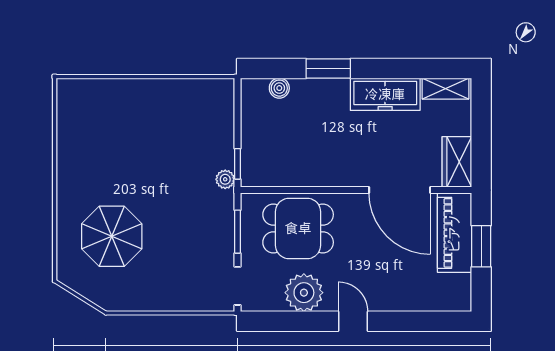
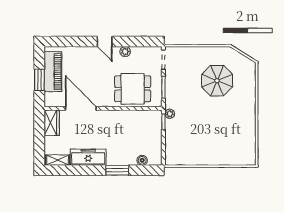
piano: (454, 233) -> (53, 72), moved
parasol: (112, 236) -> (217, 81), moved
plant: (304, 293) -> (125, 52), width x0.53, depth x0.53

